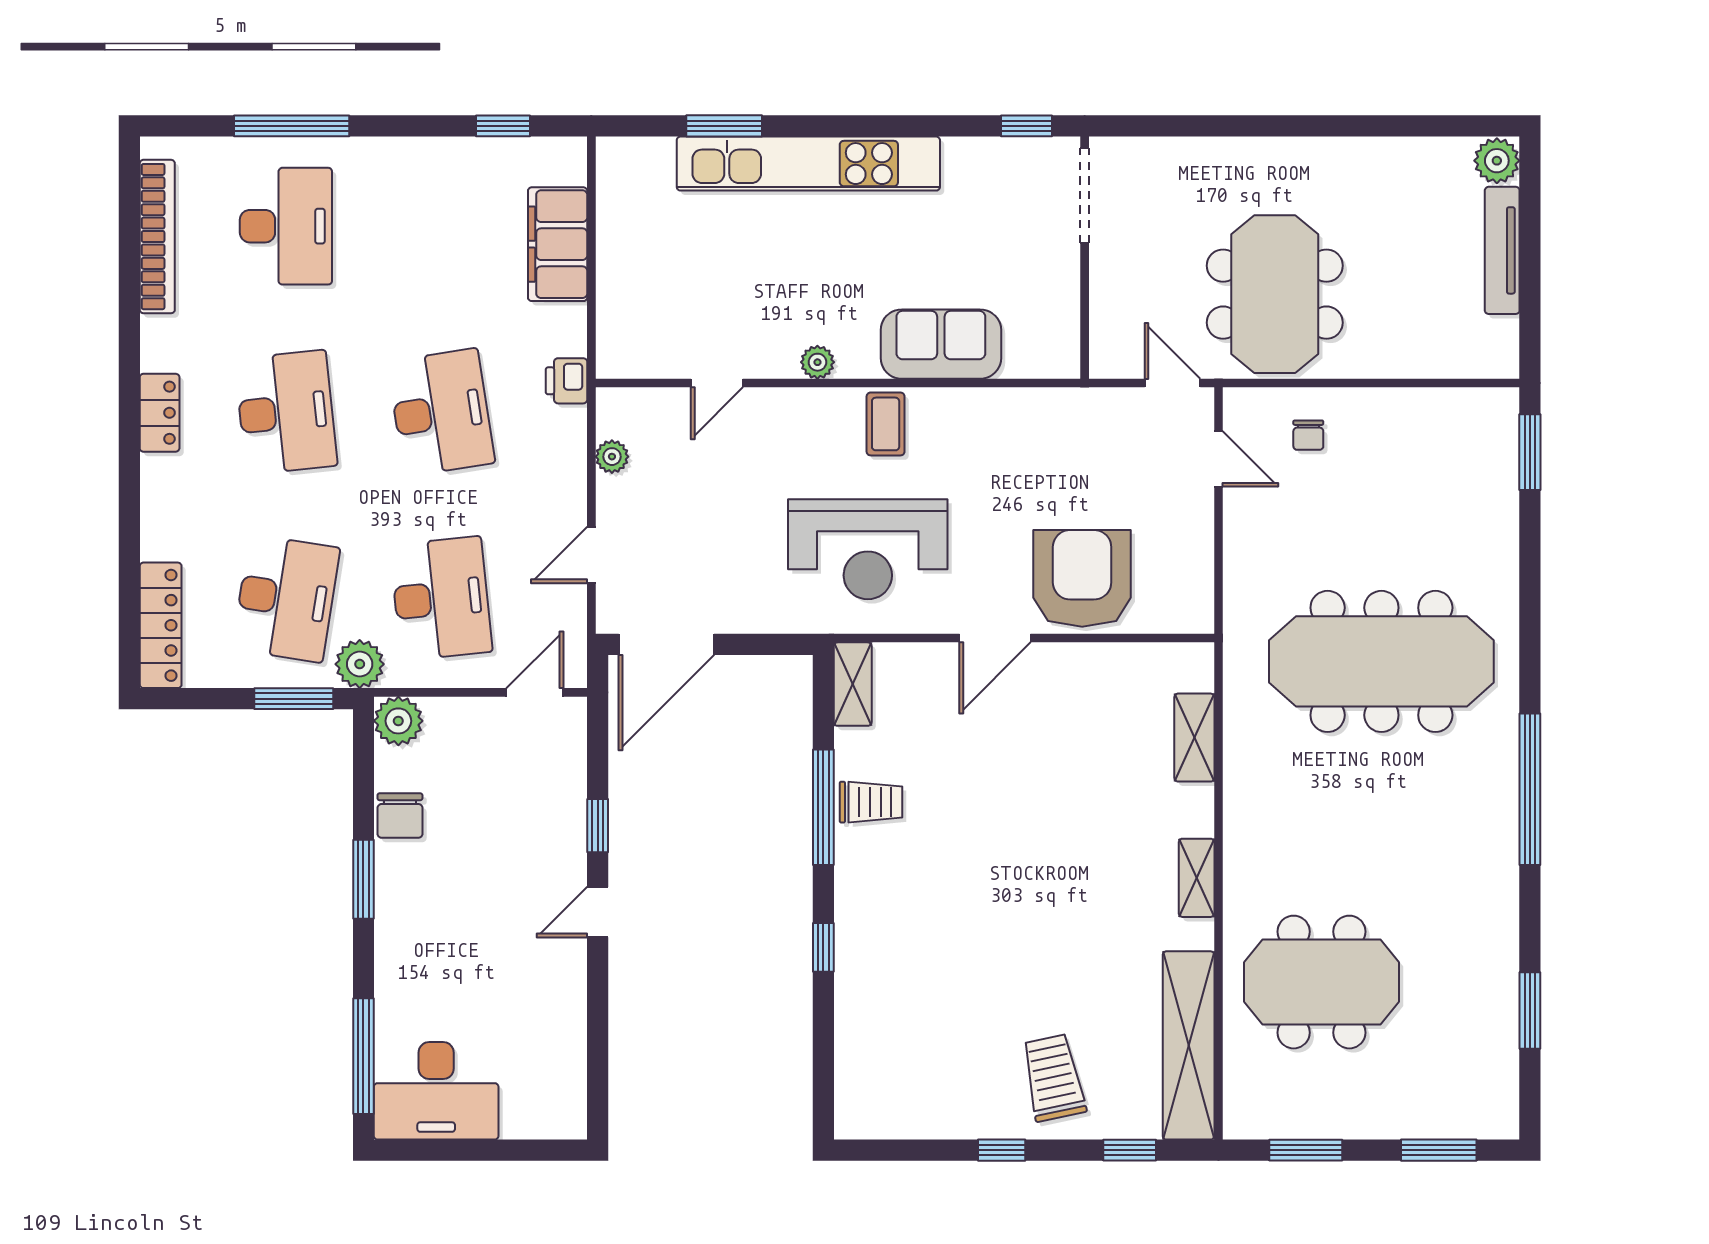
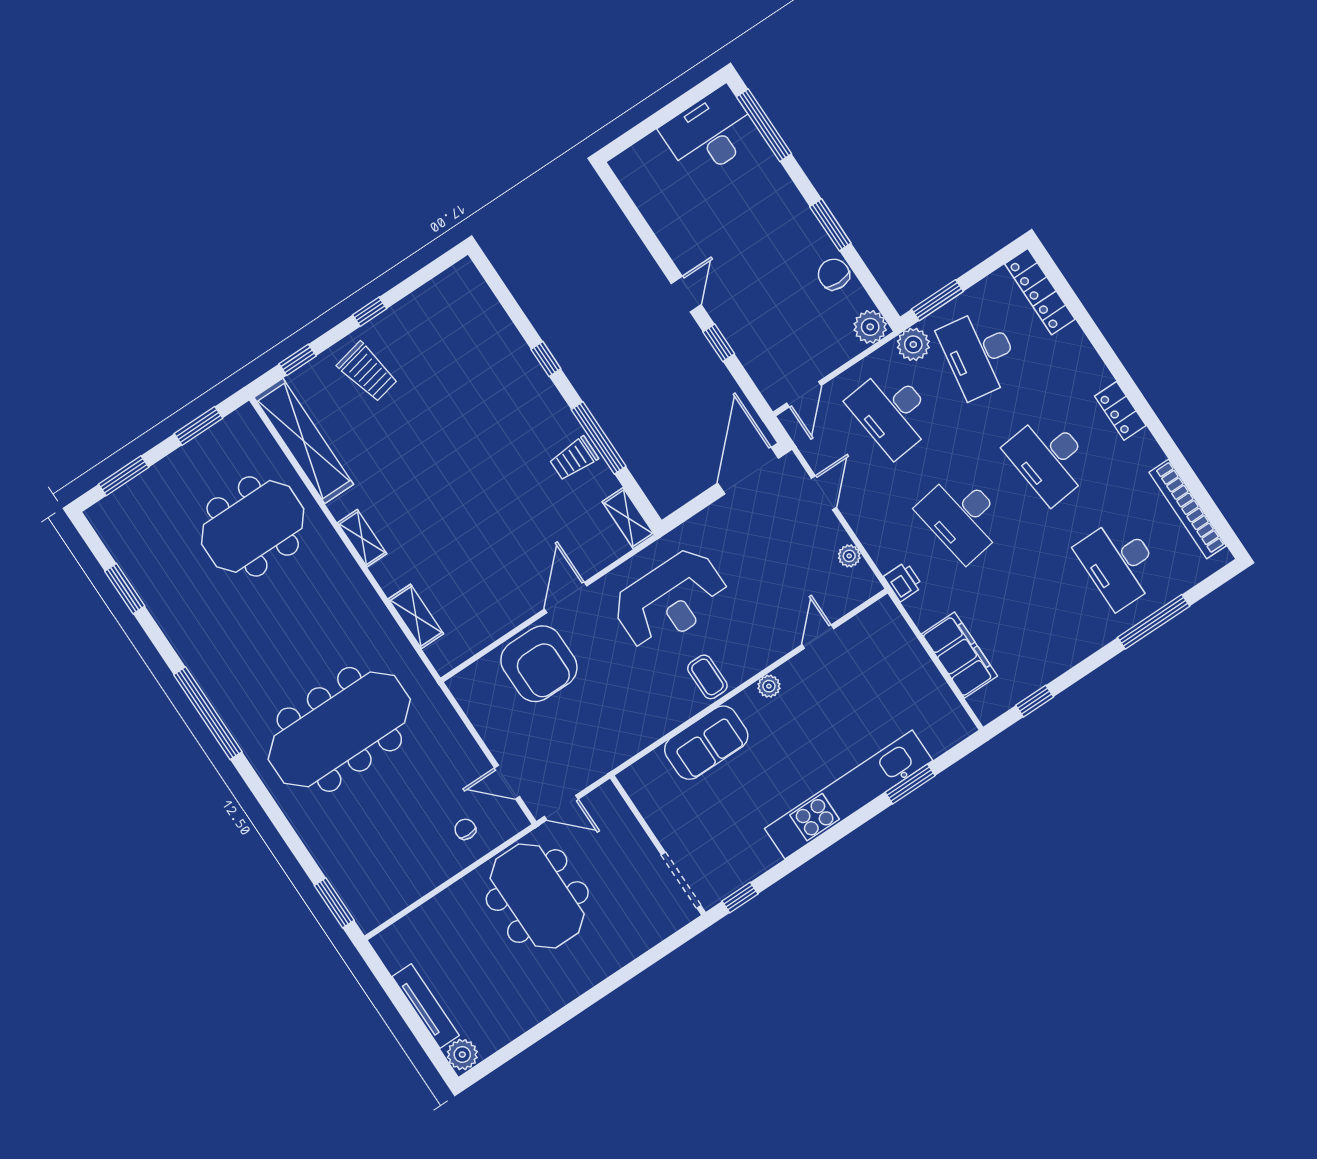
reception desk: (868, 549) -> (670, 600), turned 180

